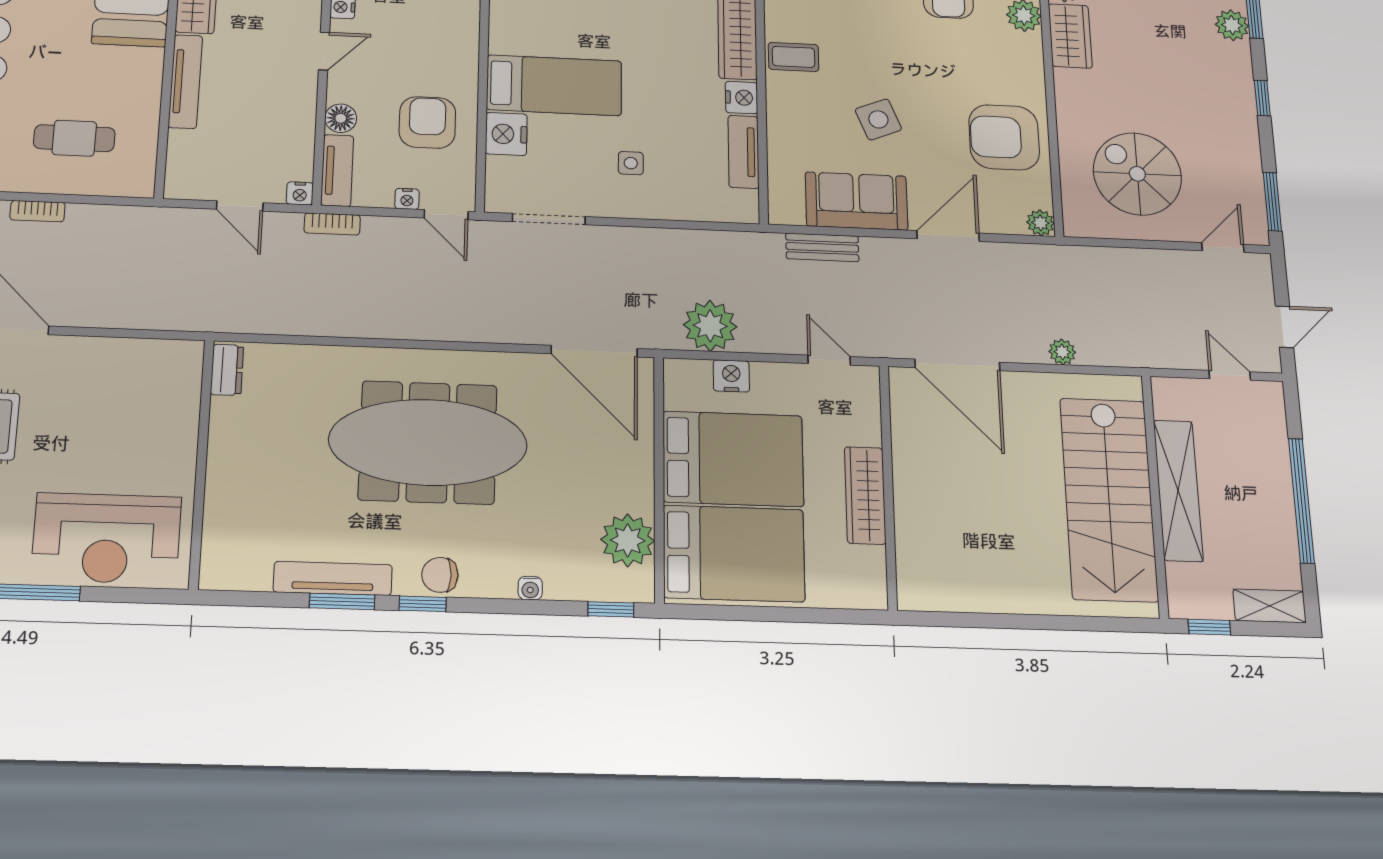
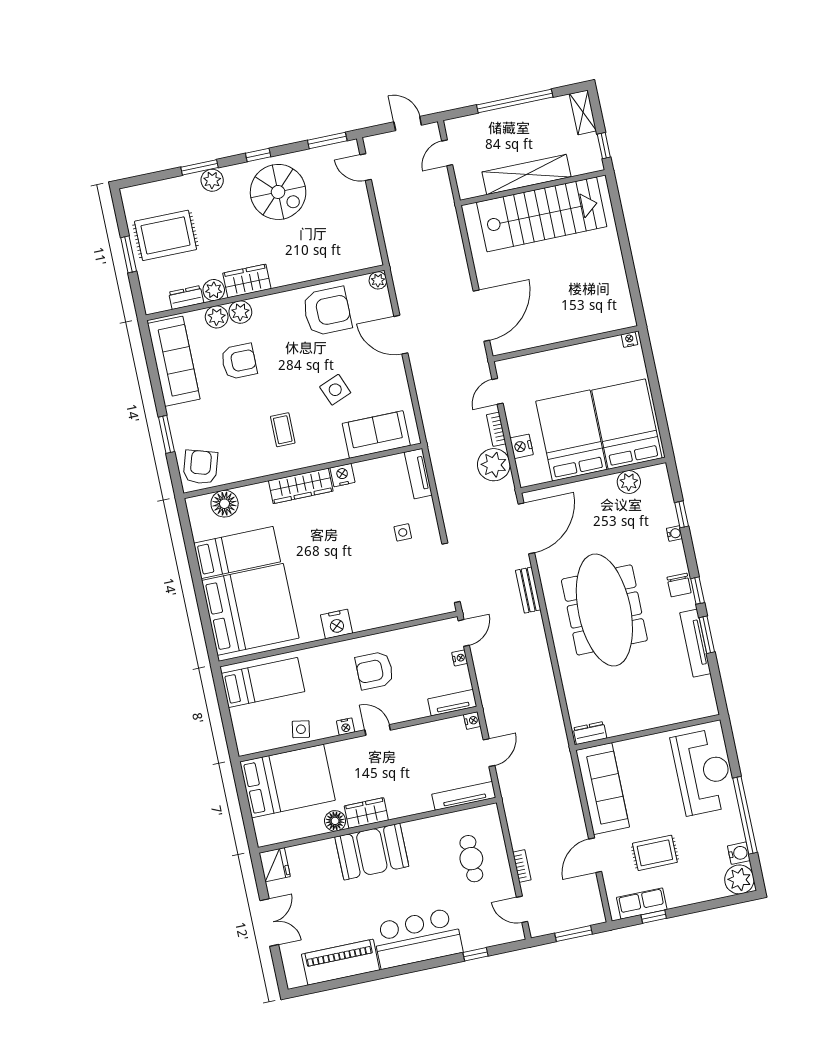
coffee table: (794, 57) -> (283, 430), moved
tv unit: (185, 81) -> (464, 796), moved
bed: (554, 85) -> (364, 589), removed
floor lamp: (341, 118) -> (418, 709), removed
armchair: (427, 122) -> (375, 670), moved
nightstand: (506, 134) -> (337, 624), moved
armchair: (1004, 137) -> (327, 311), turned -90
tv unit: (744, 152) -> (418, 474), moved, turned 90
spiral stairs: (1137, 174) -> (278, 192), moved, turned -90
sofa: (856, 201) -> (376, 435), moved, turned 90
doorway: (549, 219) -> (451, 573), width x1.36
bookcase: (332, 224) -> (496, 429), moved, turned 180
bench: (822, 247) -> (528, 590), moved
plant: (1062, 352) -> (458, 255), removed
sofa: (127, 368) -> (602, 789), added
wardrobe: (865, 495) -> (574, 356), removed
plant: (628, 540) -> (629, 482), width x0.73, depth x0.73
nightstand: (876, 592) -> (629, 340), added
window: (611, 609) -> (682, 514), moved

